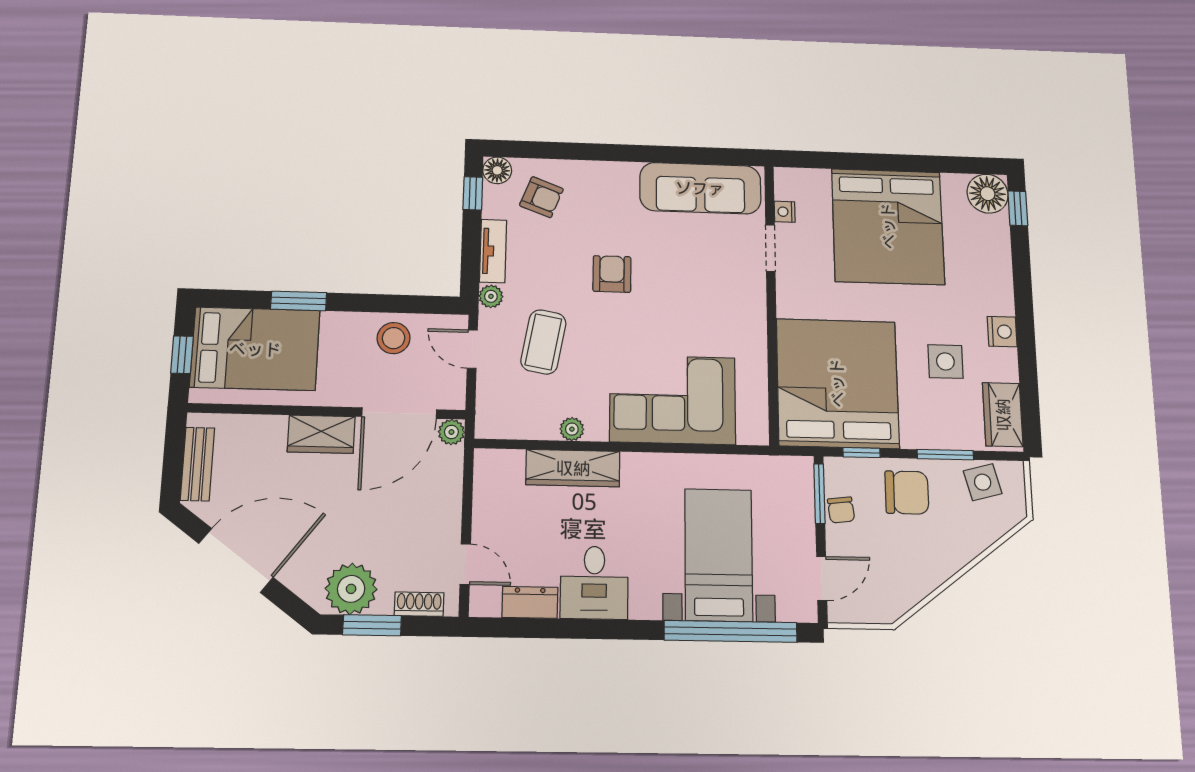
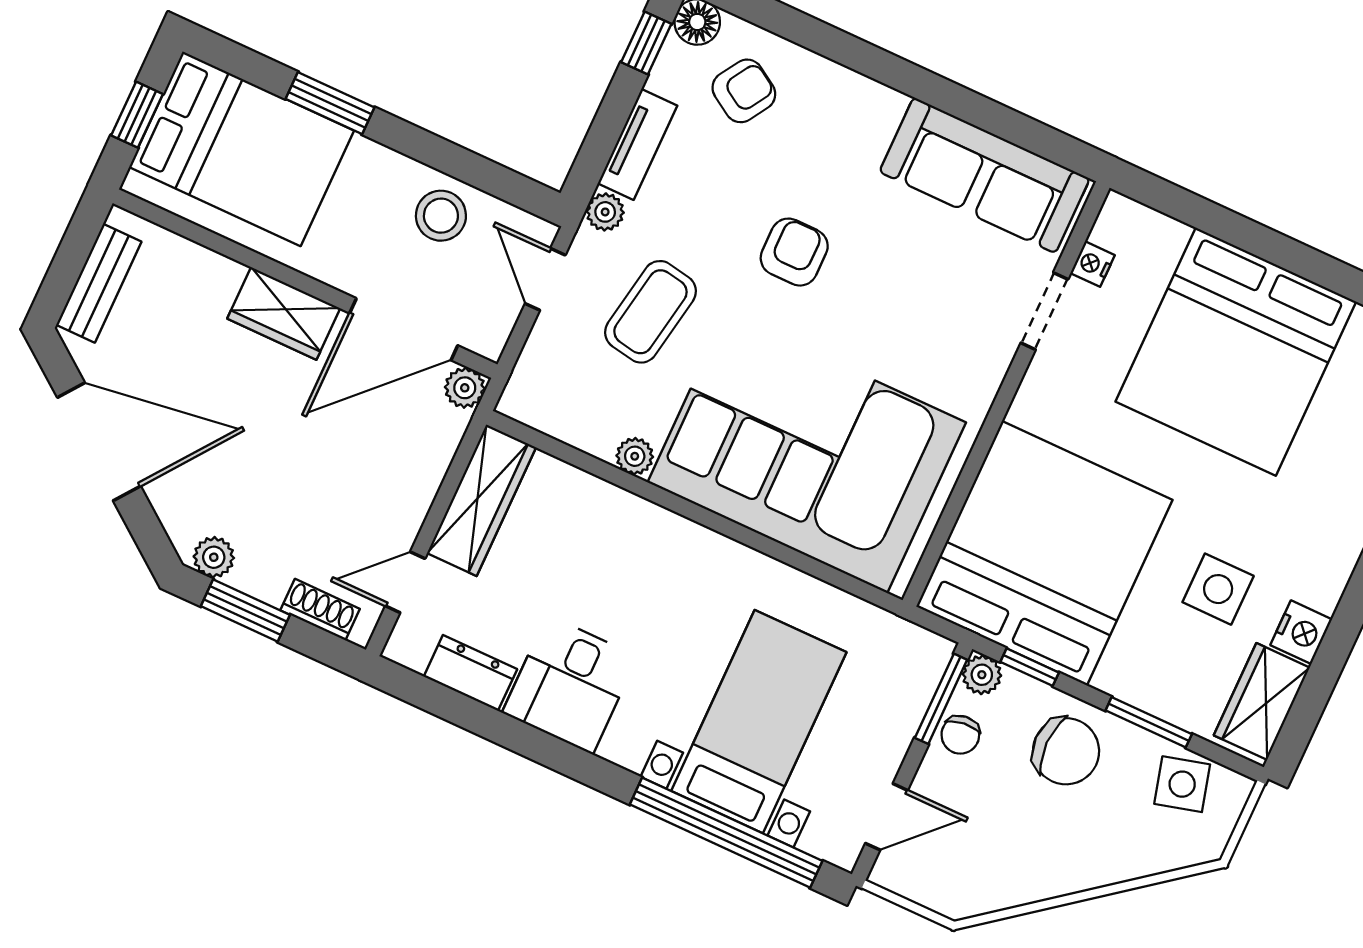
armchair: (541, 197) -> (744, 91), turned -79
nightstand: (1002, 332) -> (1301, 632), moved
corner sofa: (673, 400) -> (807, 452), width x1.36, depth x1.36
wardrobe: (573, 468) -> (481, 500), moved, turned -90
plant: (836, 469) -> (982, 675), added
door: (465, 564) -> (405, 582), swing flipped
plant: (351, 589) -> (214, 557), width x0.53, depth x0.53

